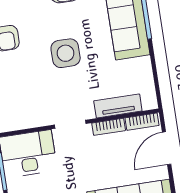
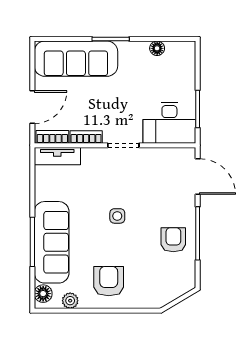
side table: (66, 53) -> (117, 216), width x0.54, depth x0.54
tv unit: (118, 106) -> (57, 156), moved

